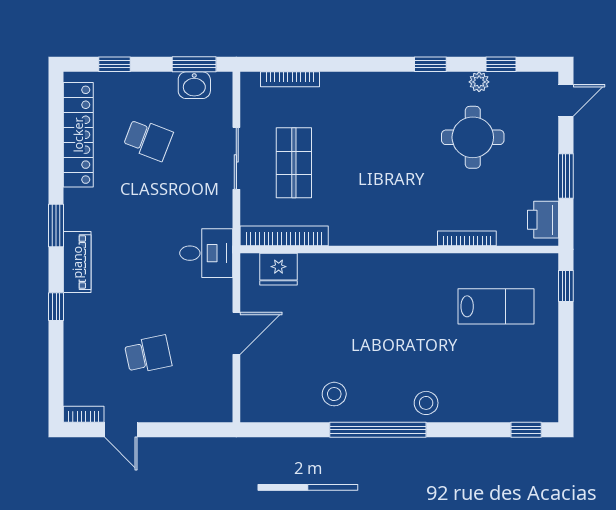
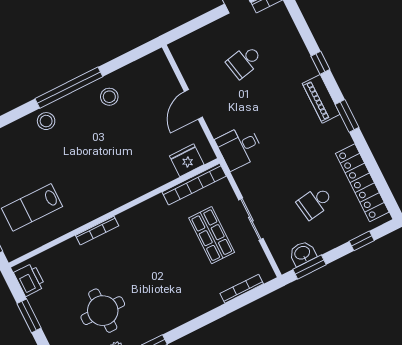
school desk: (148, 140) -> (315, 202), turned -30
bookcase: (467, 238) -> (97, 231), moved

